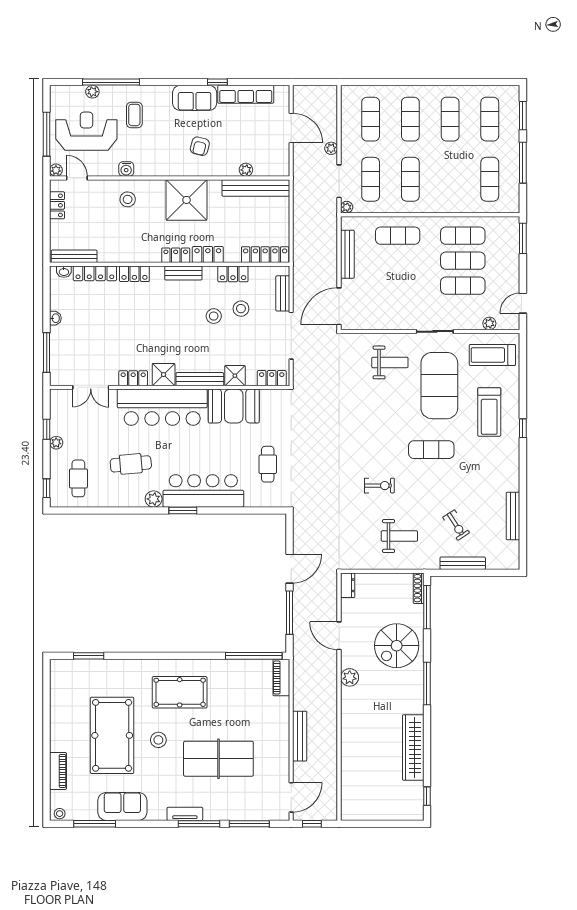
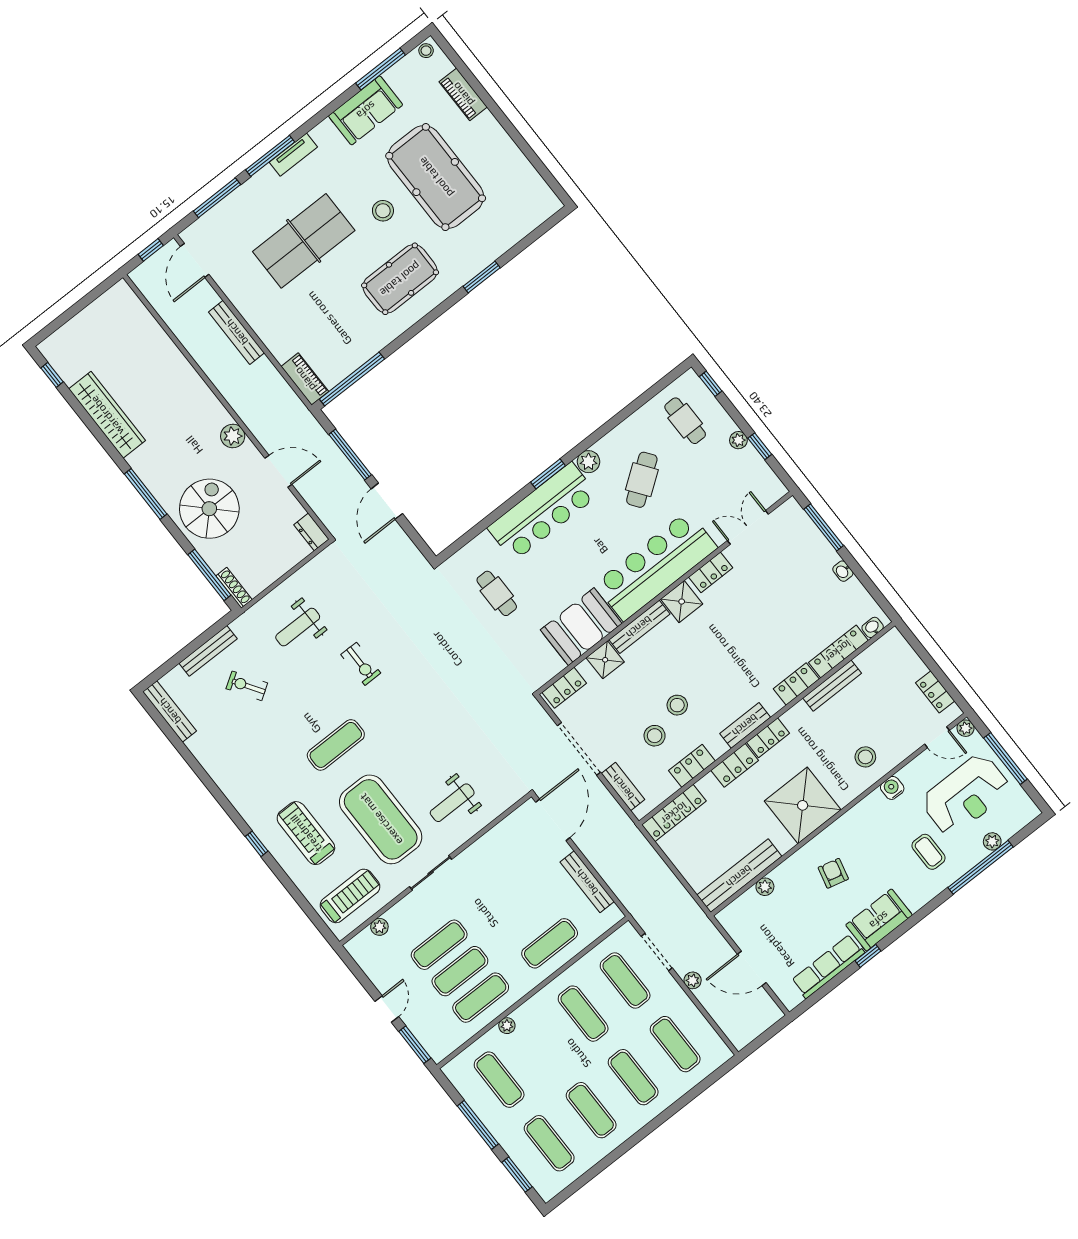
plant: (347, 207) -> (507, 1026), moved
bench: (74, 256) -> (832, 686), moved
door: (523, 303) -> (387, 1009), moved
cafe table: (131, 464) -> (642, 480), turned -31
exercise bike: (379, 486) -> (361, 664), turned -90
bench: (513, 516) -> (170, 711), moved
window: (89, 656) -> (482, 277), moved

